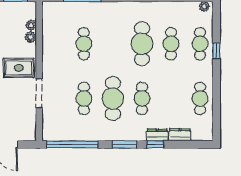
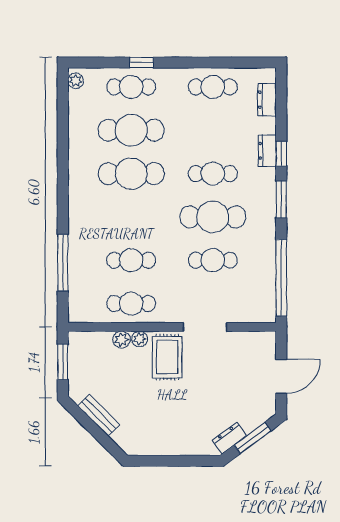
plant: (31, 25) -> (139, 339), moved
cafe table: (55, 44) -> (131, 304), added
cafe table: (171, 44) -> (131, 130), width x1.37, depth x1.35
dresser: (180, 135) -> (267, 100), moved

